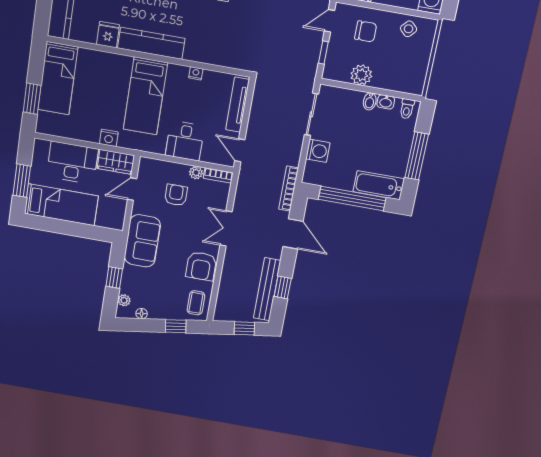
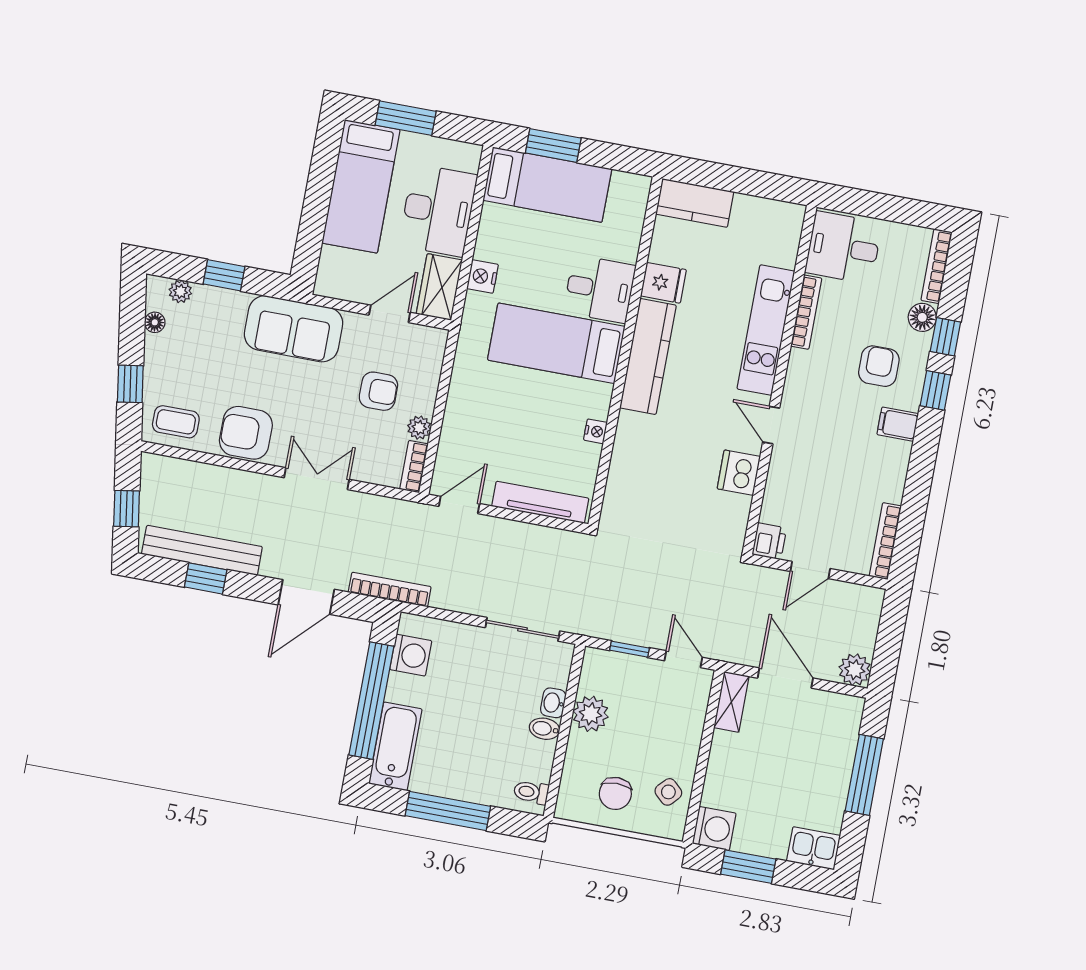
chair: (366, 31) -> (615, 793), moved
bed: (58, 78) -> (547, 185), moved, turned 180
washbasin: (386, 102) -> (553, 703), moved
desk: (185, 141) -> (600, 289), moved, turned 180
washing machine: (318, 151) -> (411, 655), moved, turned -90
door: (132, 189) -> (390, 314), hinge flipped

